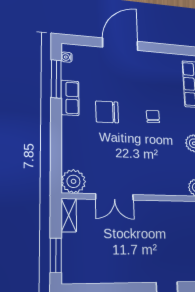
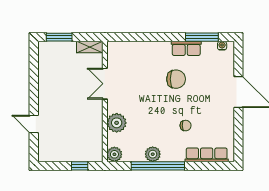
chair: (107, 112) -> (176, 79), turned 91
chair: (153, 116) -> (186, 126), moved
plant: (73, 181) -> (117, 123), moved

